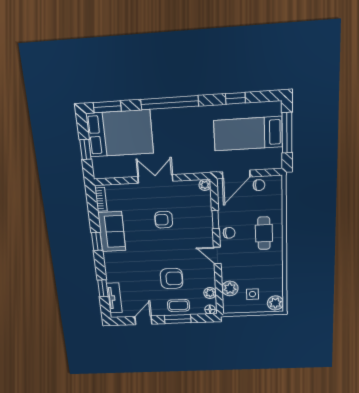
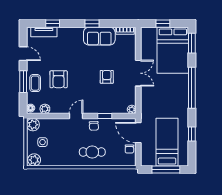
plant: (230, 288) -> (33, 125), moved

